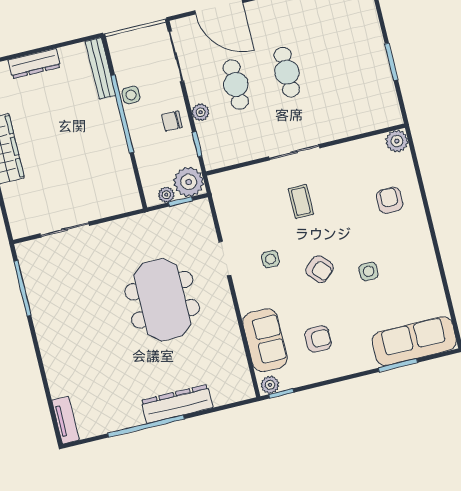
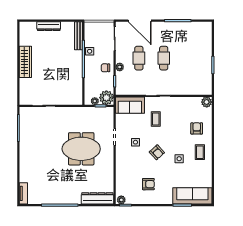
coffee table: (408, 247) -> (200, 152), added
meeting table: (162, 300) -> (81, 149), turned 90
sofa: (265, 340) -> (130, 105), moved, turned 90
dresser: (177, 404) -> (97, 198), moved

